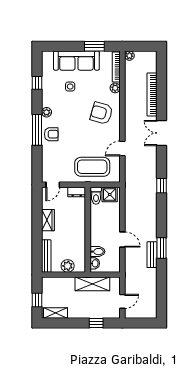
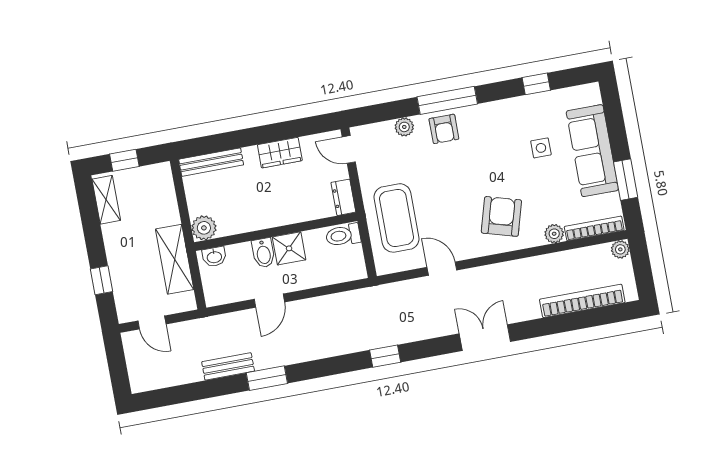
bookcase: (152, 95) -> (582, 301), moved
plant: (47, 112) -> (404, 127), moved
shower: (110, 194) -> (289, 248), moved
bidet: (97, 252) -> (263, 253), moved
bench: (152, 255) -> (228, 366), moved
plant: (68, 266) -> (204, 228), moved

